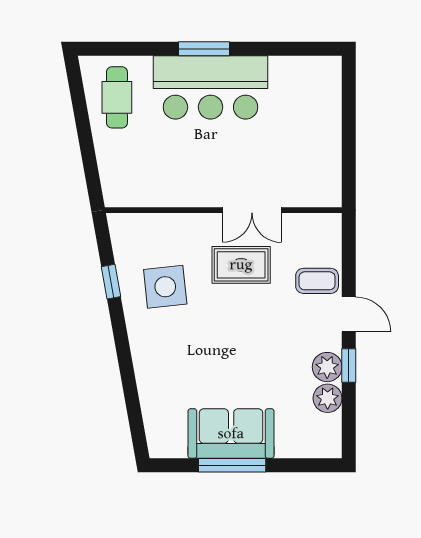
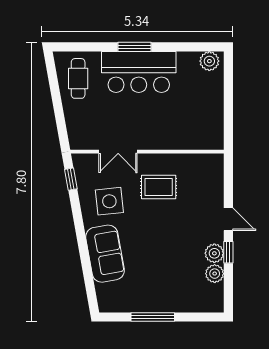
plant: (319, 71) -> (209, 61), added
double door: (252, 210) -> (118, 152), moved
coffee table: (317, 281) -> (208, 197), removed
window: (111, 282) -> (71, 179), moved
sofa: (231, 434) -> (105, 254), moved, turned 80

